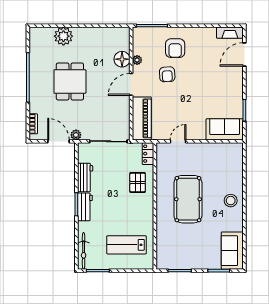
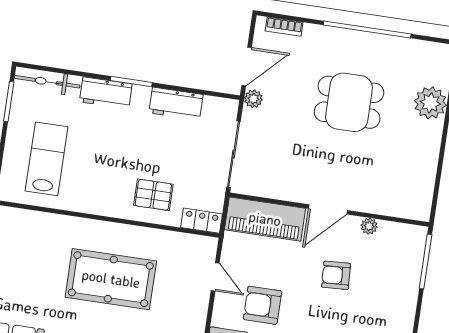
armchair: (175, 48) -> (262, 305), moved
floor lamp: (122, 59) -> (375, 200), removed
door: (131, 84) -> (328, 209), swing flipped
workbench: (85, 207) -> (106, 93), moved

